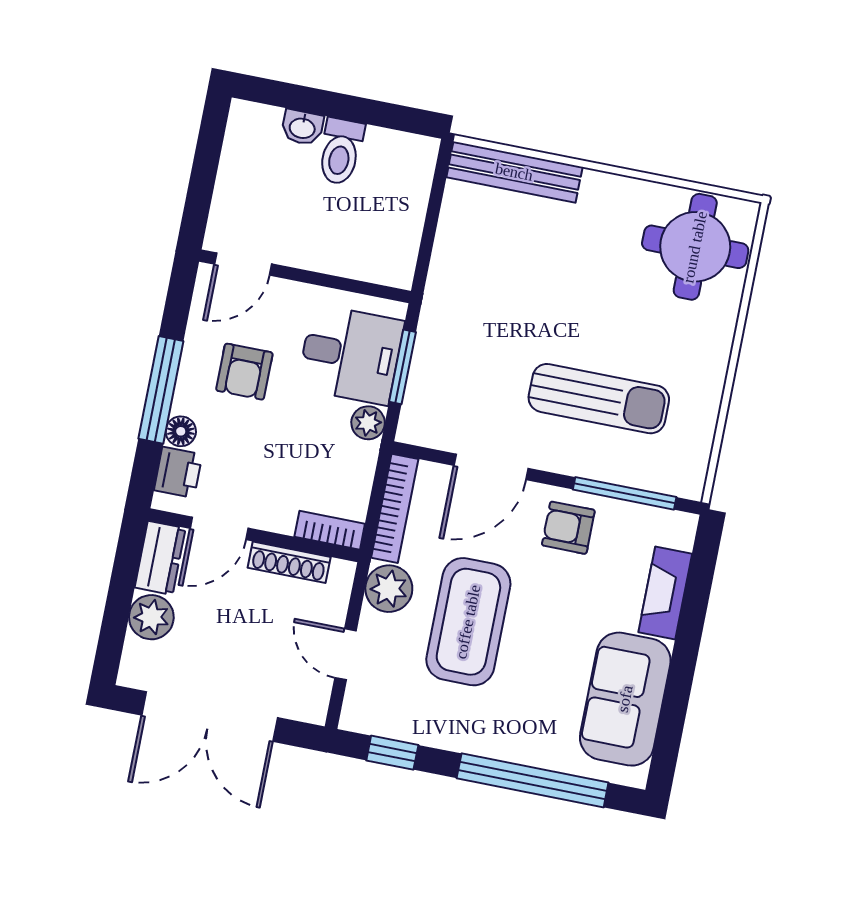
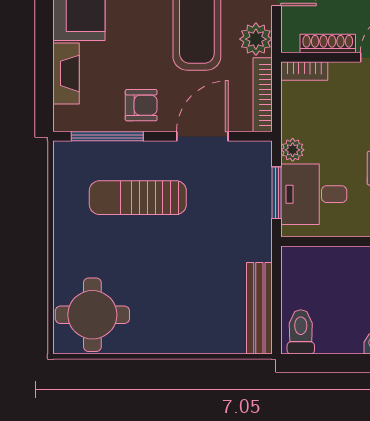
toilet: (341, 151) -> (301, 332), moved
bench: (514, 172) -> (259, 308), moved, turned 90

